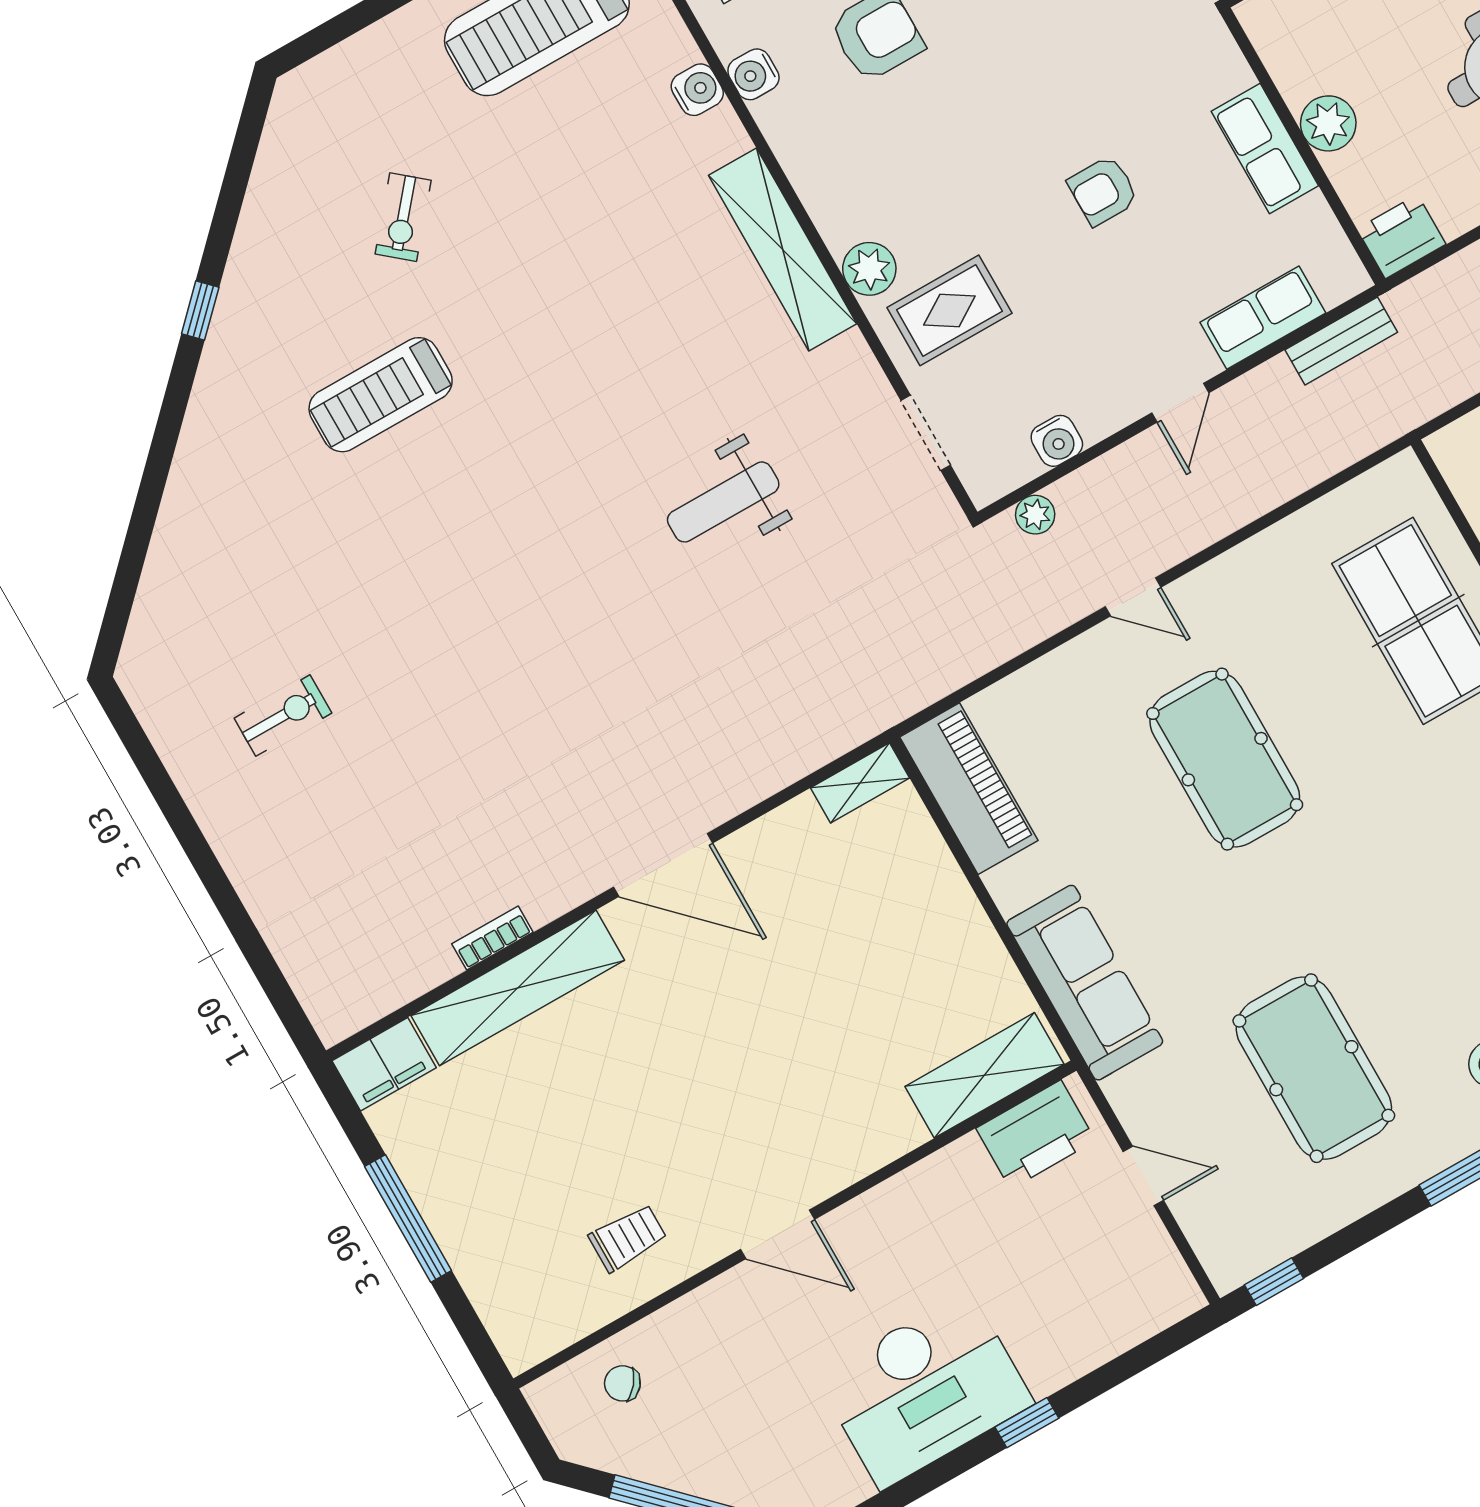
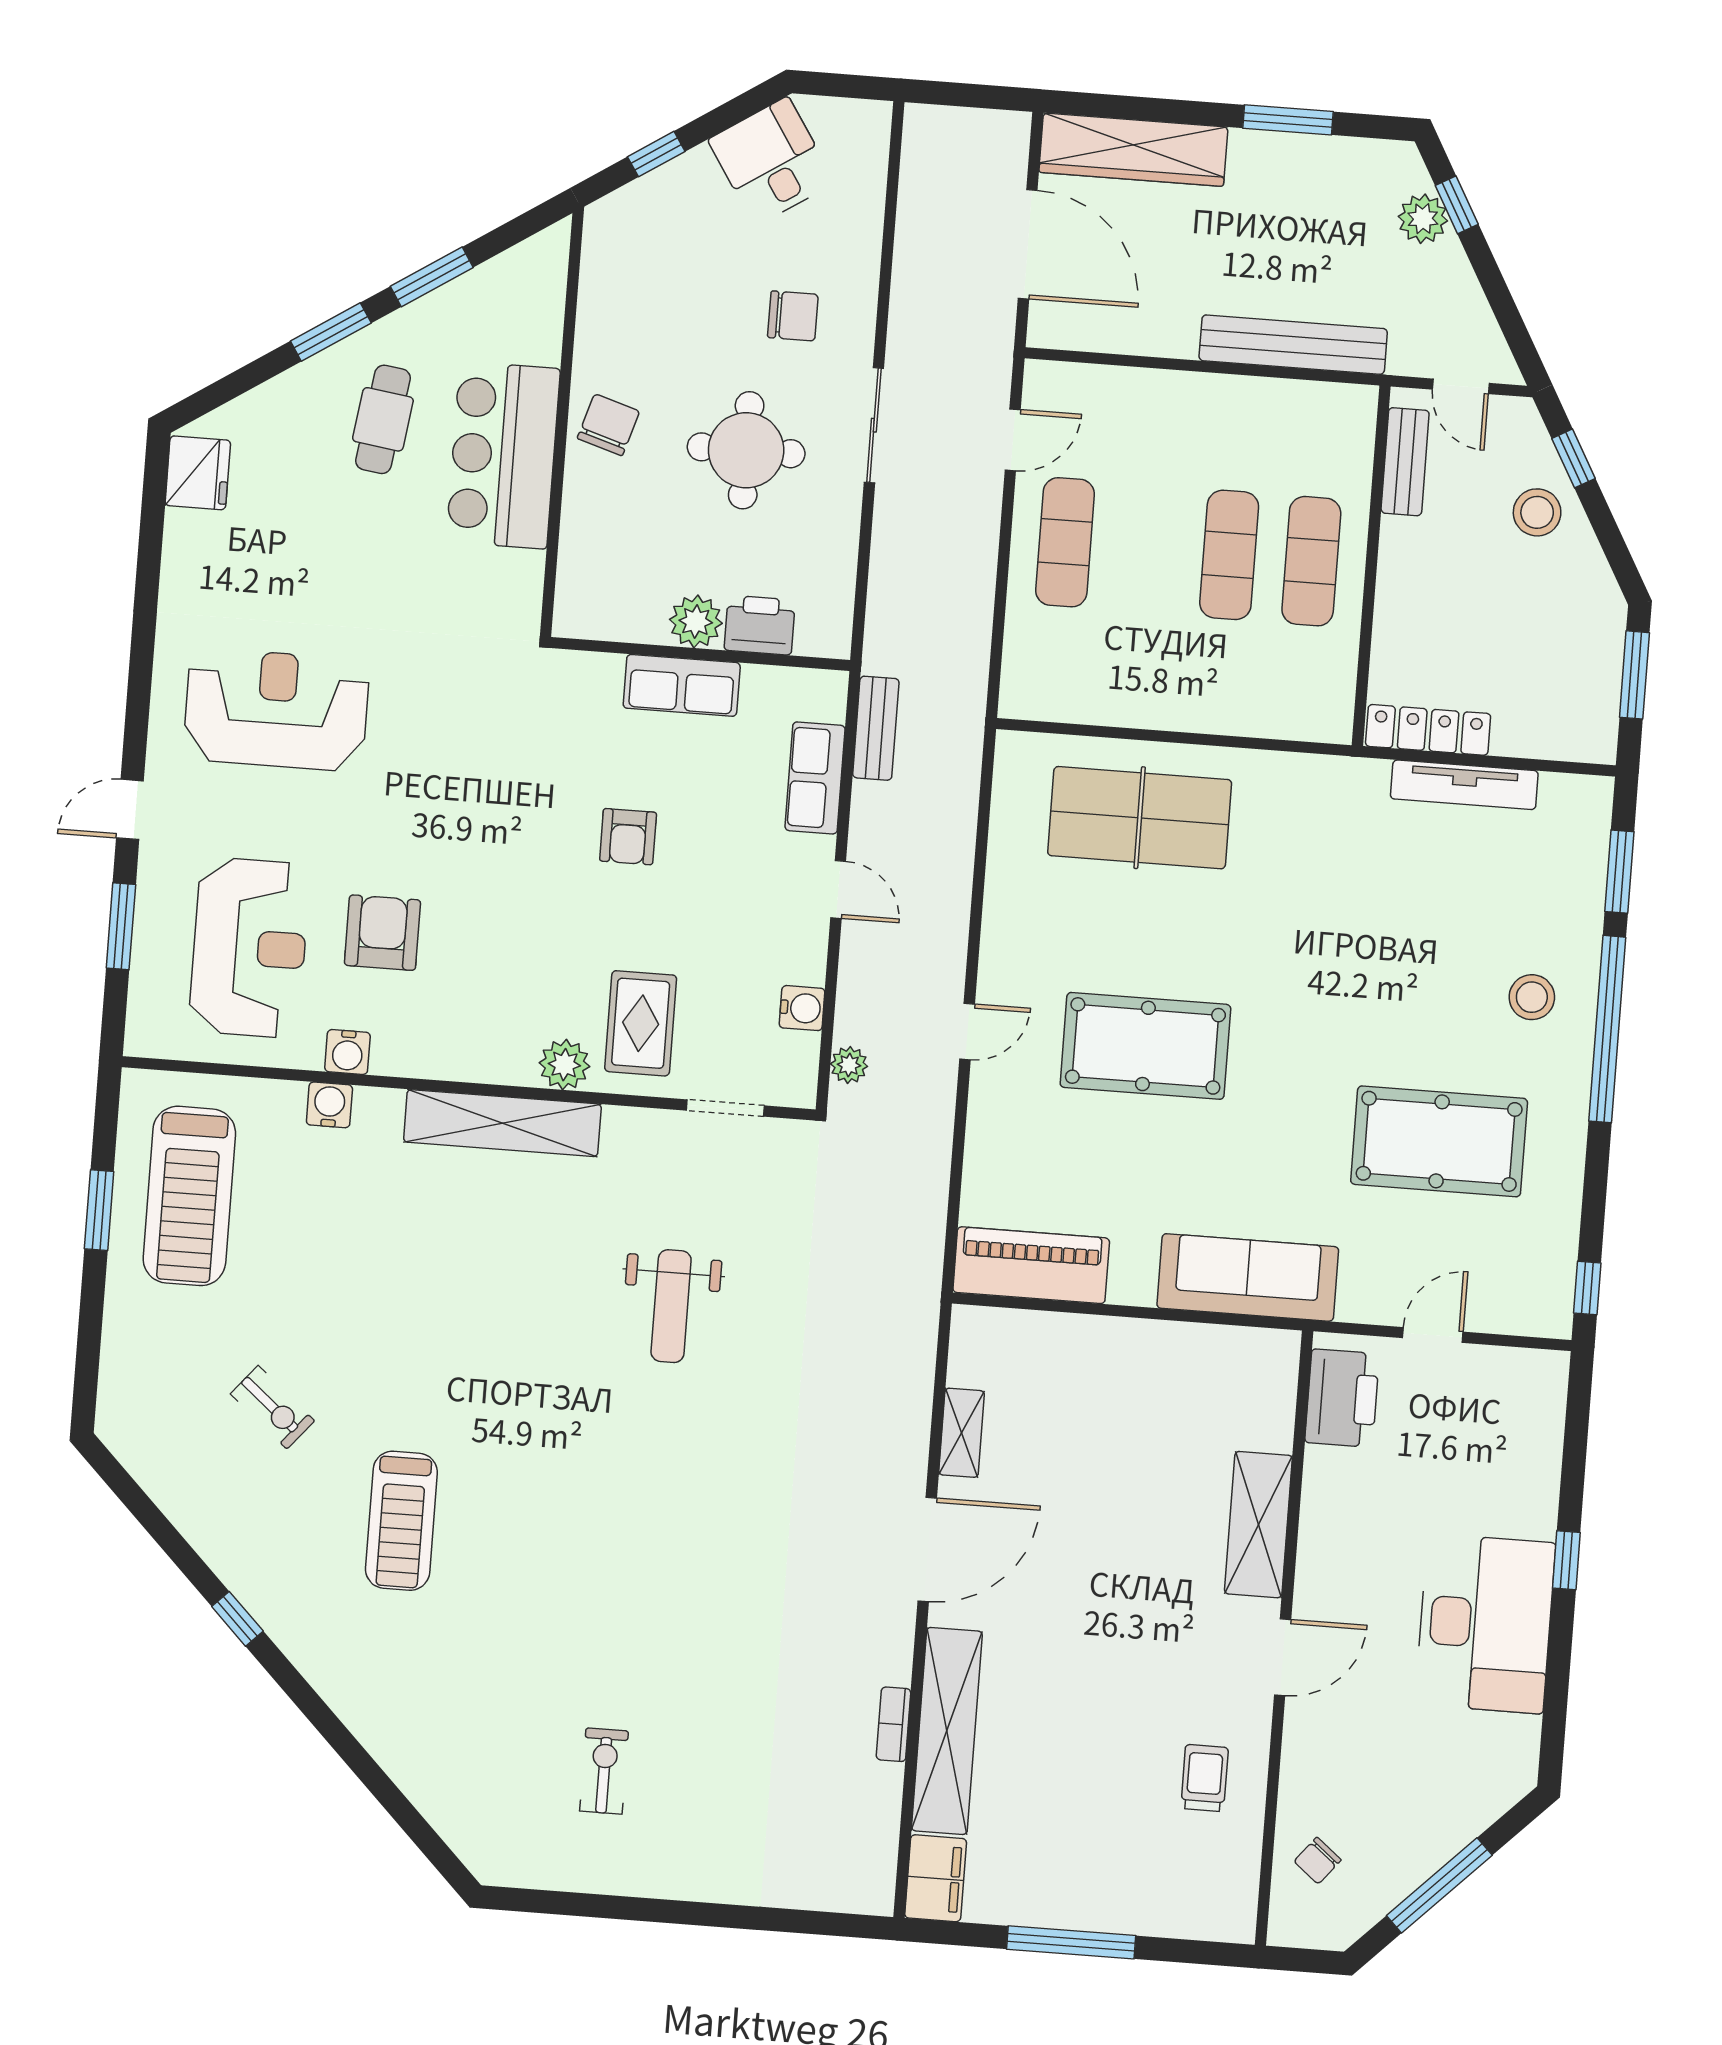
printer: (1401, 237) -> (760, 625), moved, turned 90
shelving: (860, 783) -> (962, 1433), moved
shelving: (984, 1075) -> (1258, 1525), moved

